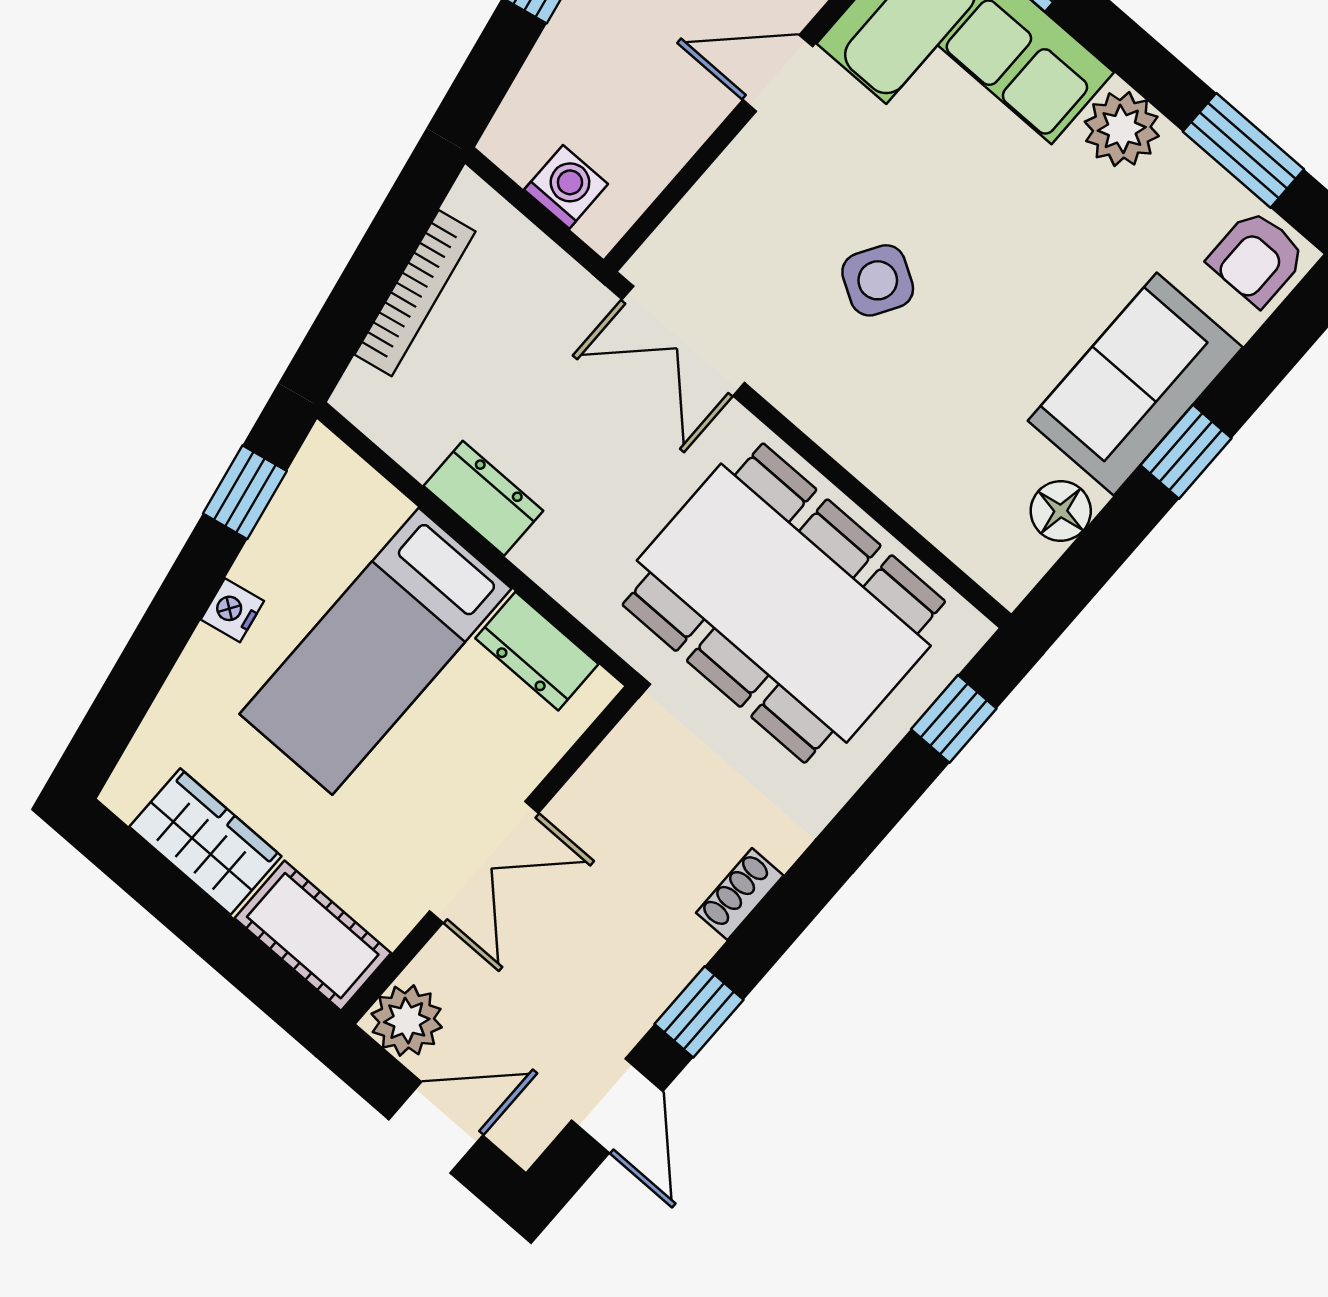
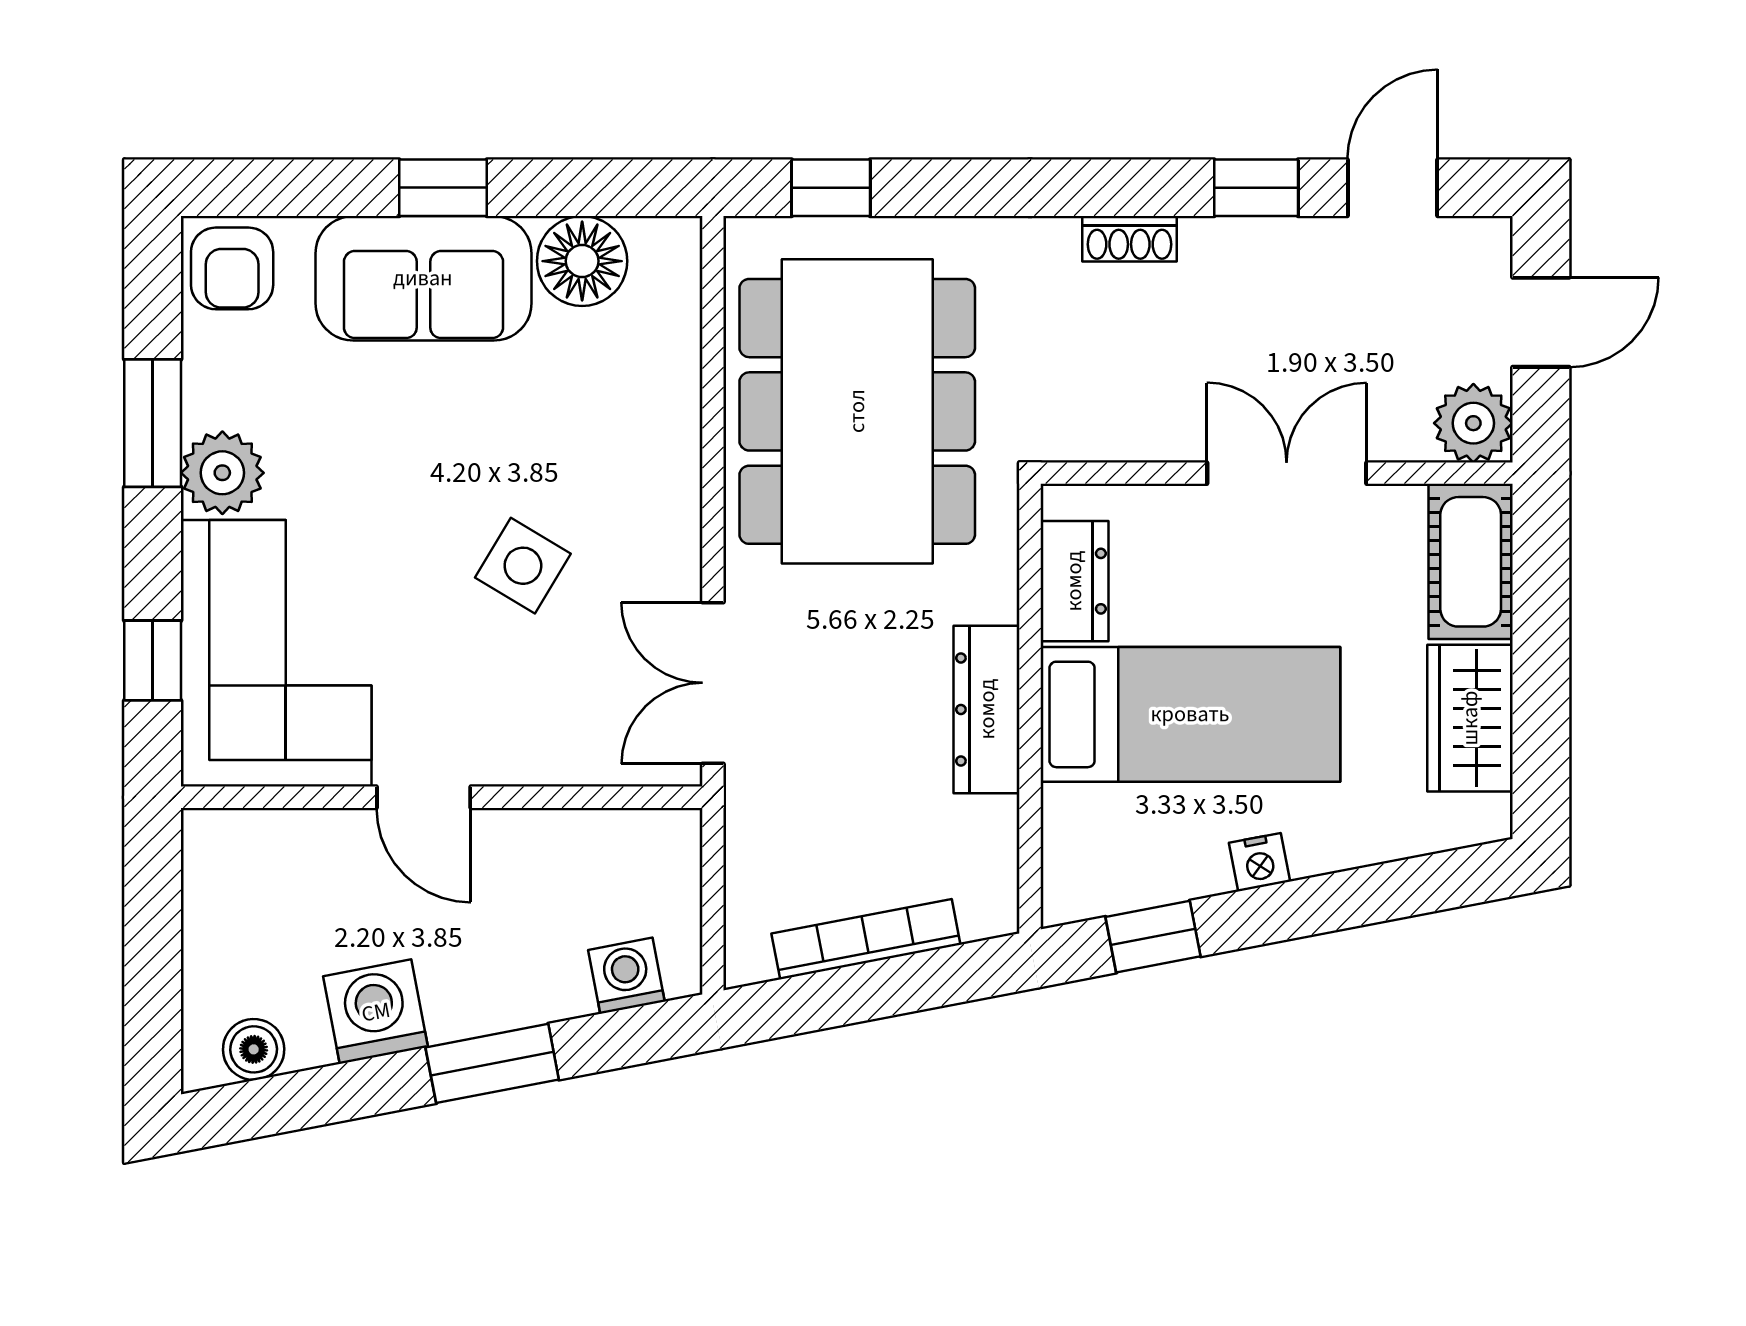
window: (1243, 150) -> (153, 423), moved
washing machine: (566, 187) -> (626, 976), moved, turned 79
armchair: (1257, 258) -> (232, 268), turned 90
double door: (683, 341) -> (713, 683), swing flipped
dresser: (483, 498) -> (987, 709), width x1.44
floor lamp: (1061, 511) -> (582, 261), width x1.38, depth x1.38
door: (436, 1127) -> (1541, 322), swing flipped

